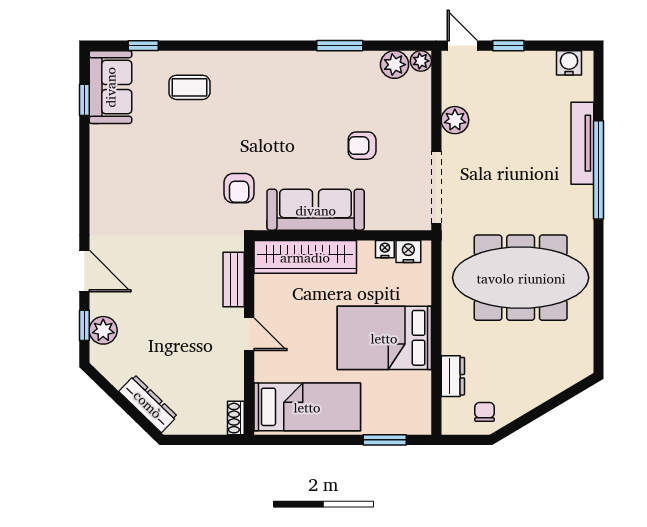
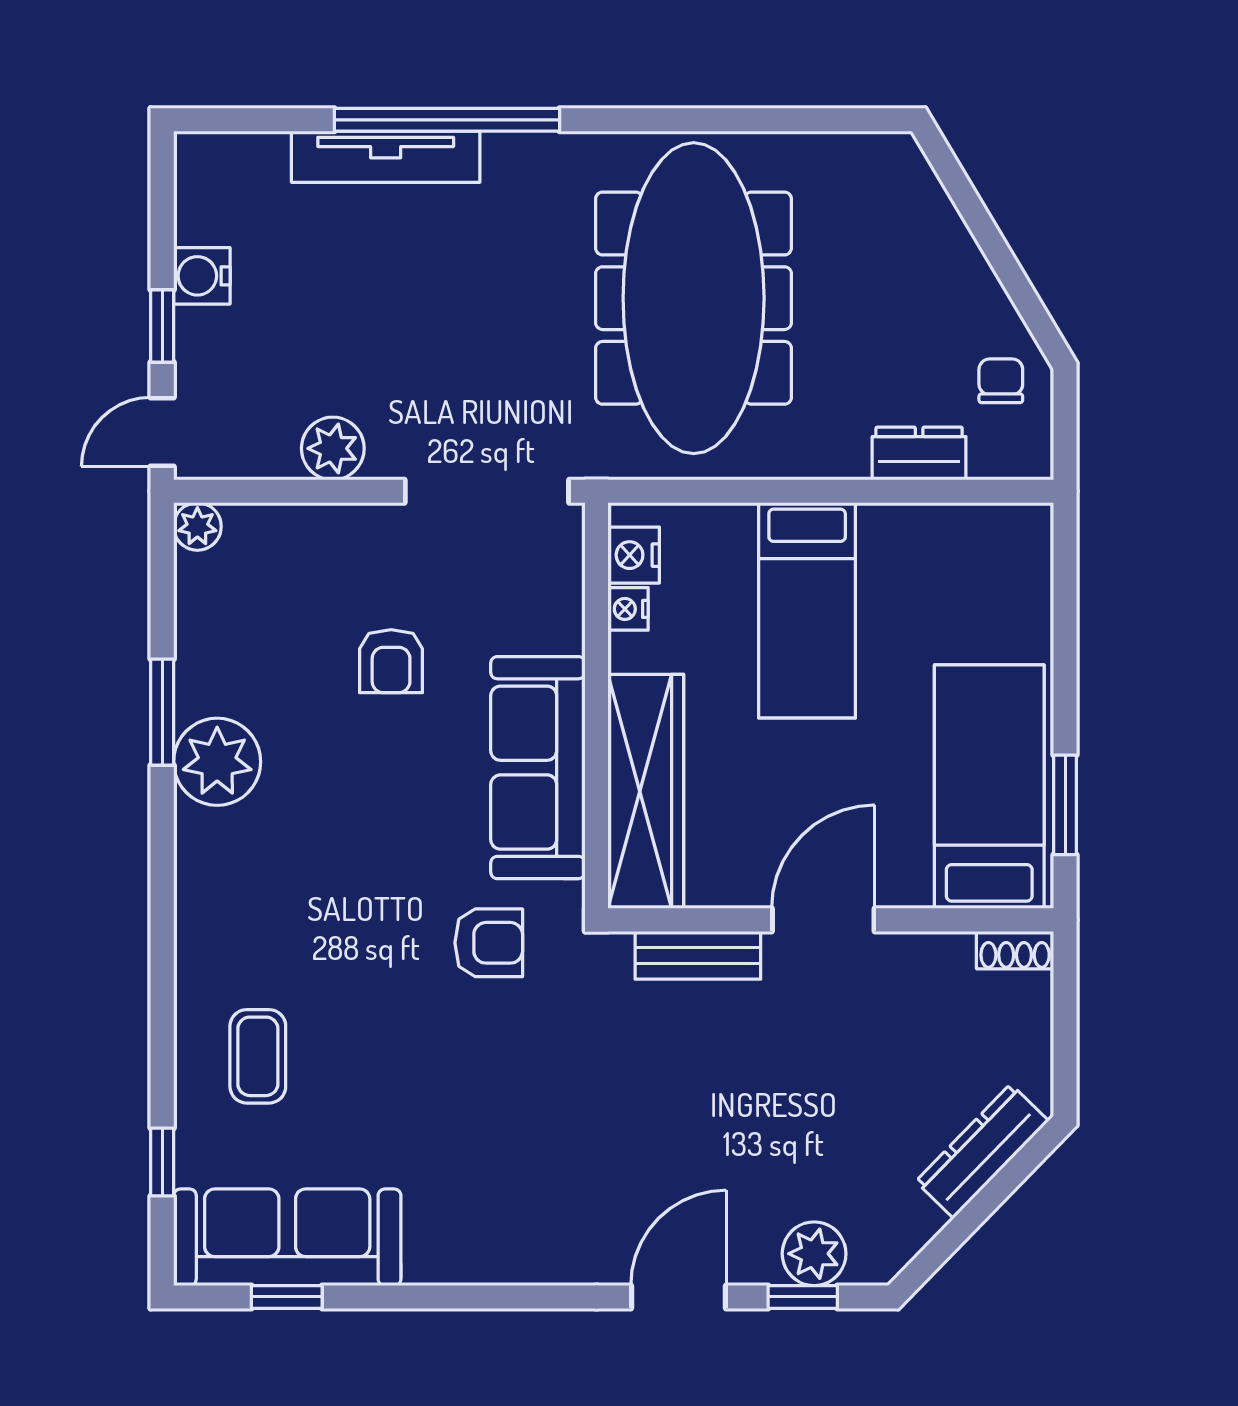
water cooler: (569, 63) -> (202, 276), moved
plant: (395, 65) -> (217, 762), moved, width x1.36, depth x1.36
sofa: (110, 87) -> (287, 1237), width x1.36
door: (249, 334) -> (823, 920), width x1.38
bed: (384, 338) -> (807, 610), width x0.67
chair: (485, 412) -> (1001, 381), turned 90
window: (385, 440) -> (1065, 805), moved

